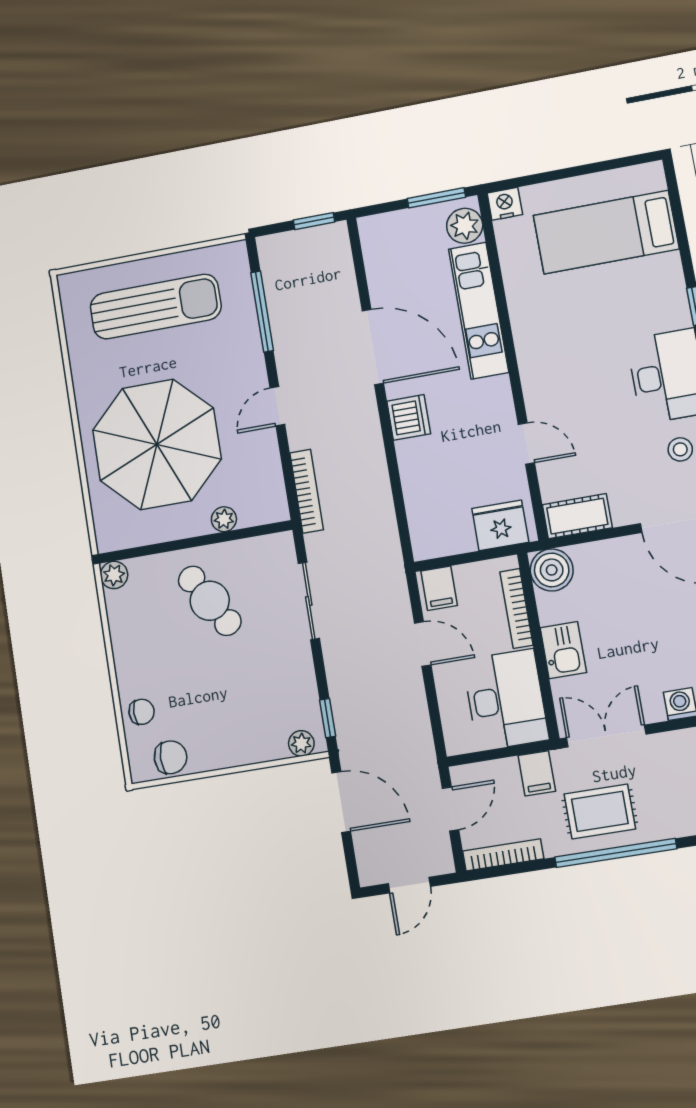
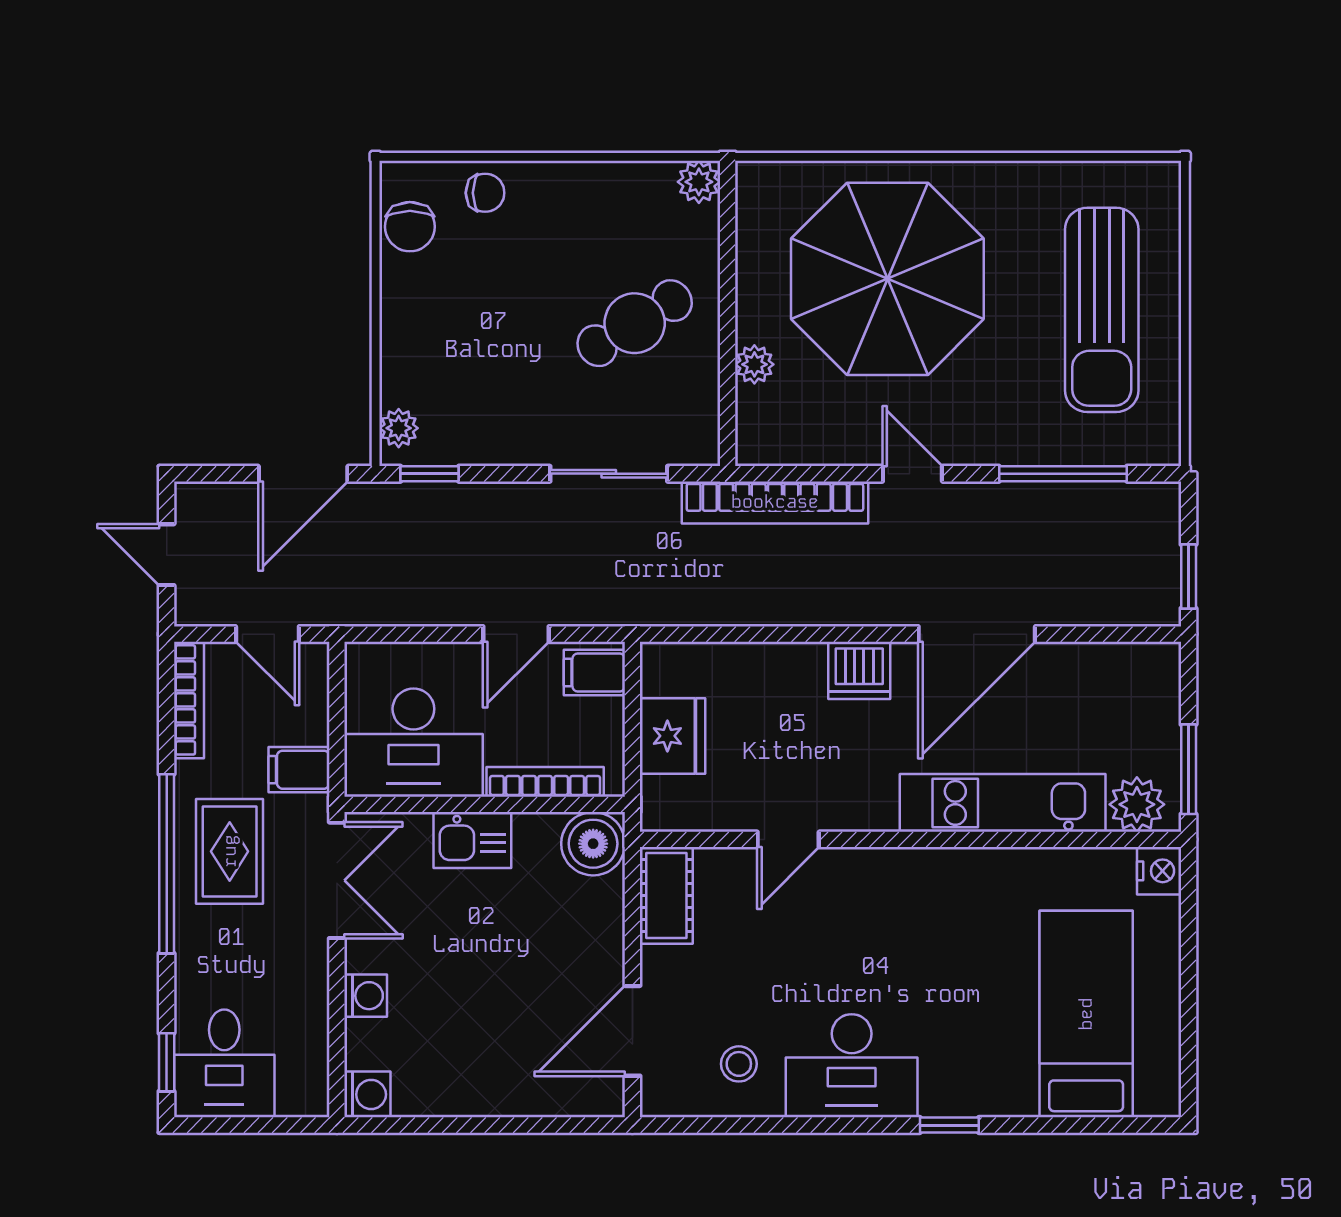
bookcase: (307, 491) -> (775, 502), width x1.48, depth x1.31
fridge: (500, 525) -> (673, 736), moved
chair: (142, 712) -> (485, 193), turned -90

